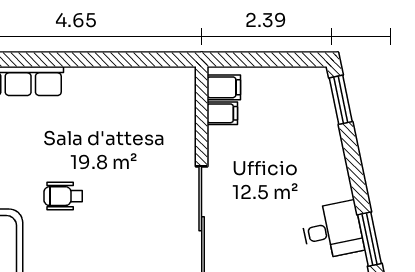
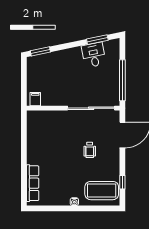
filing cabinet: (222, 113) -> (46, 100), removed
wheelchair: (63, 196) -> (90, 150), moved

